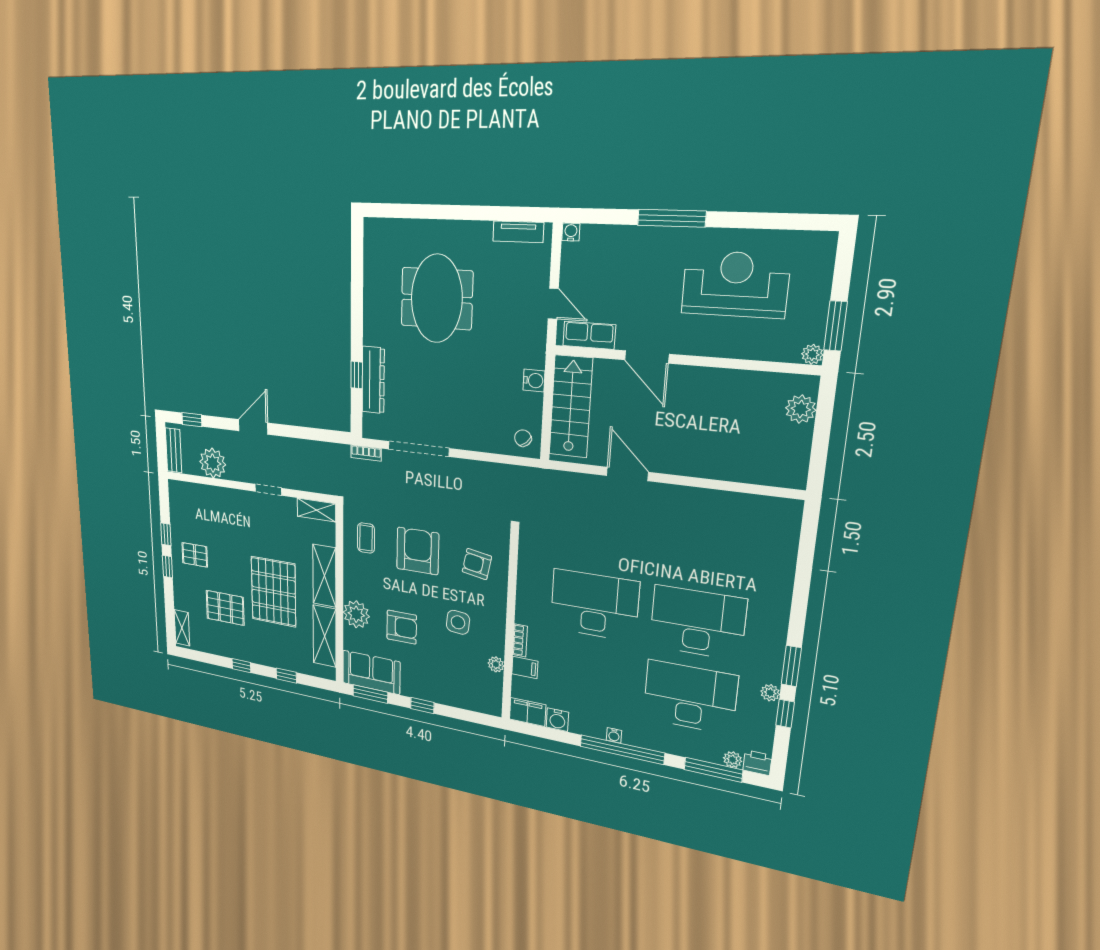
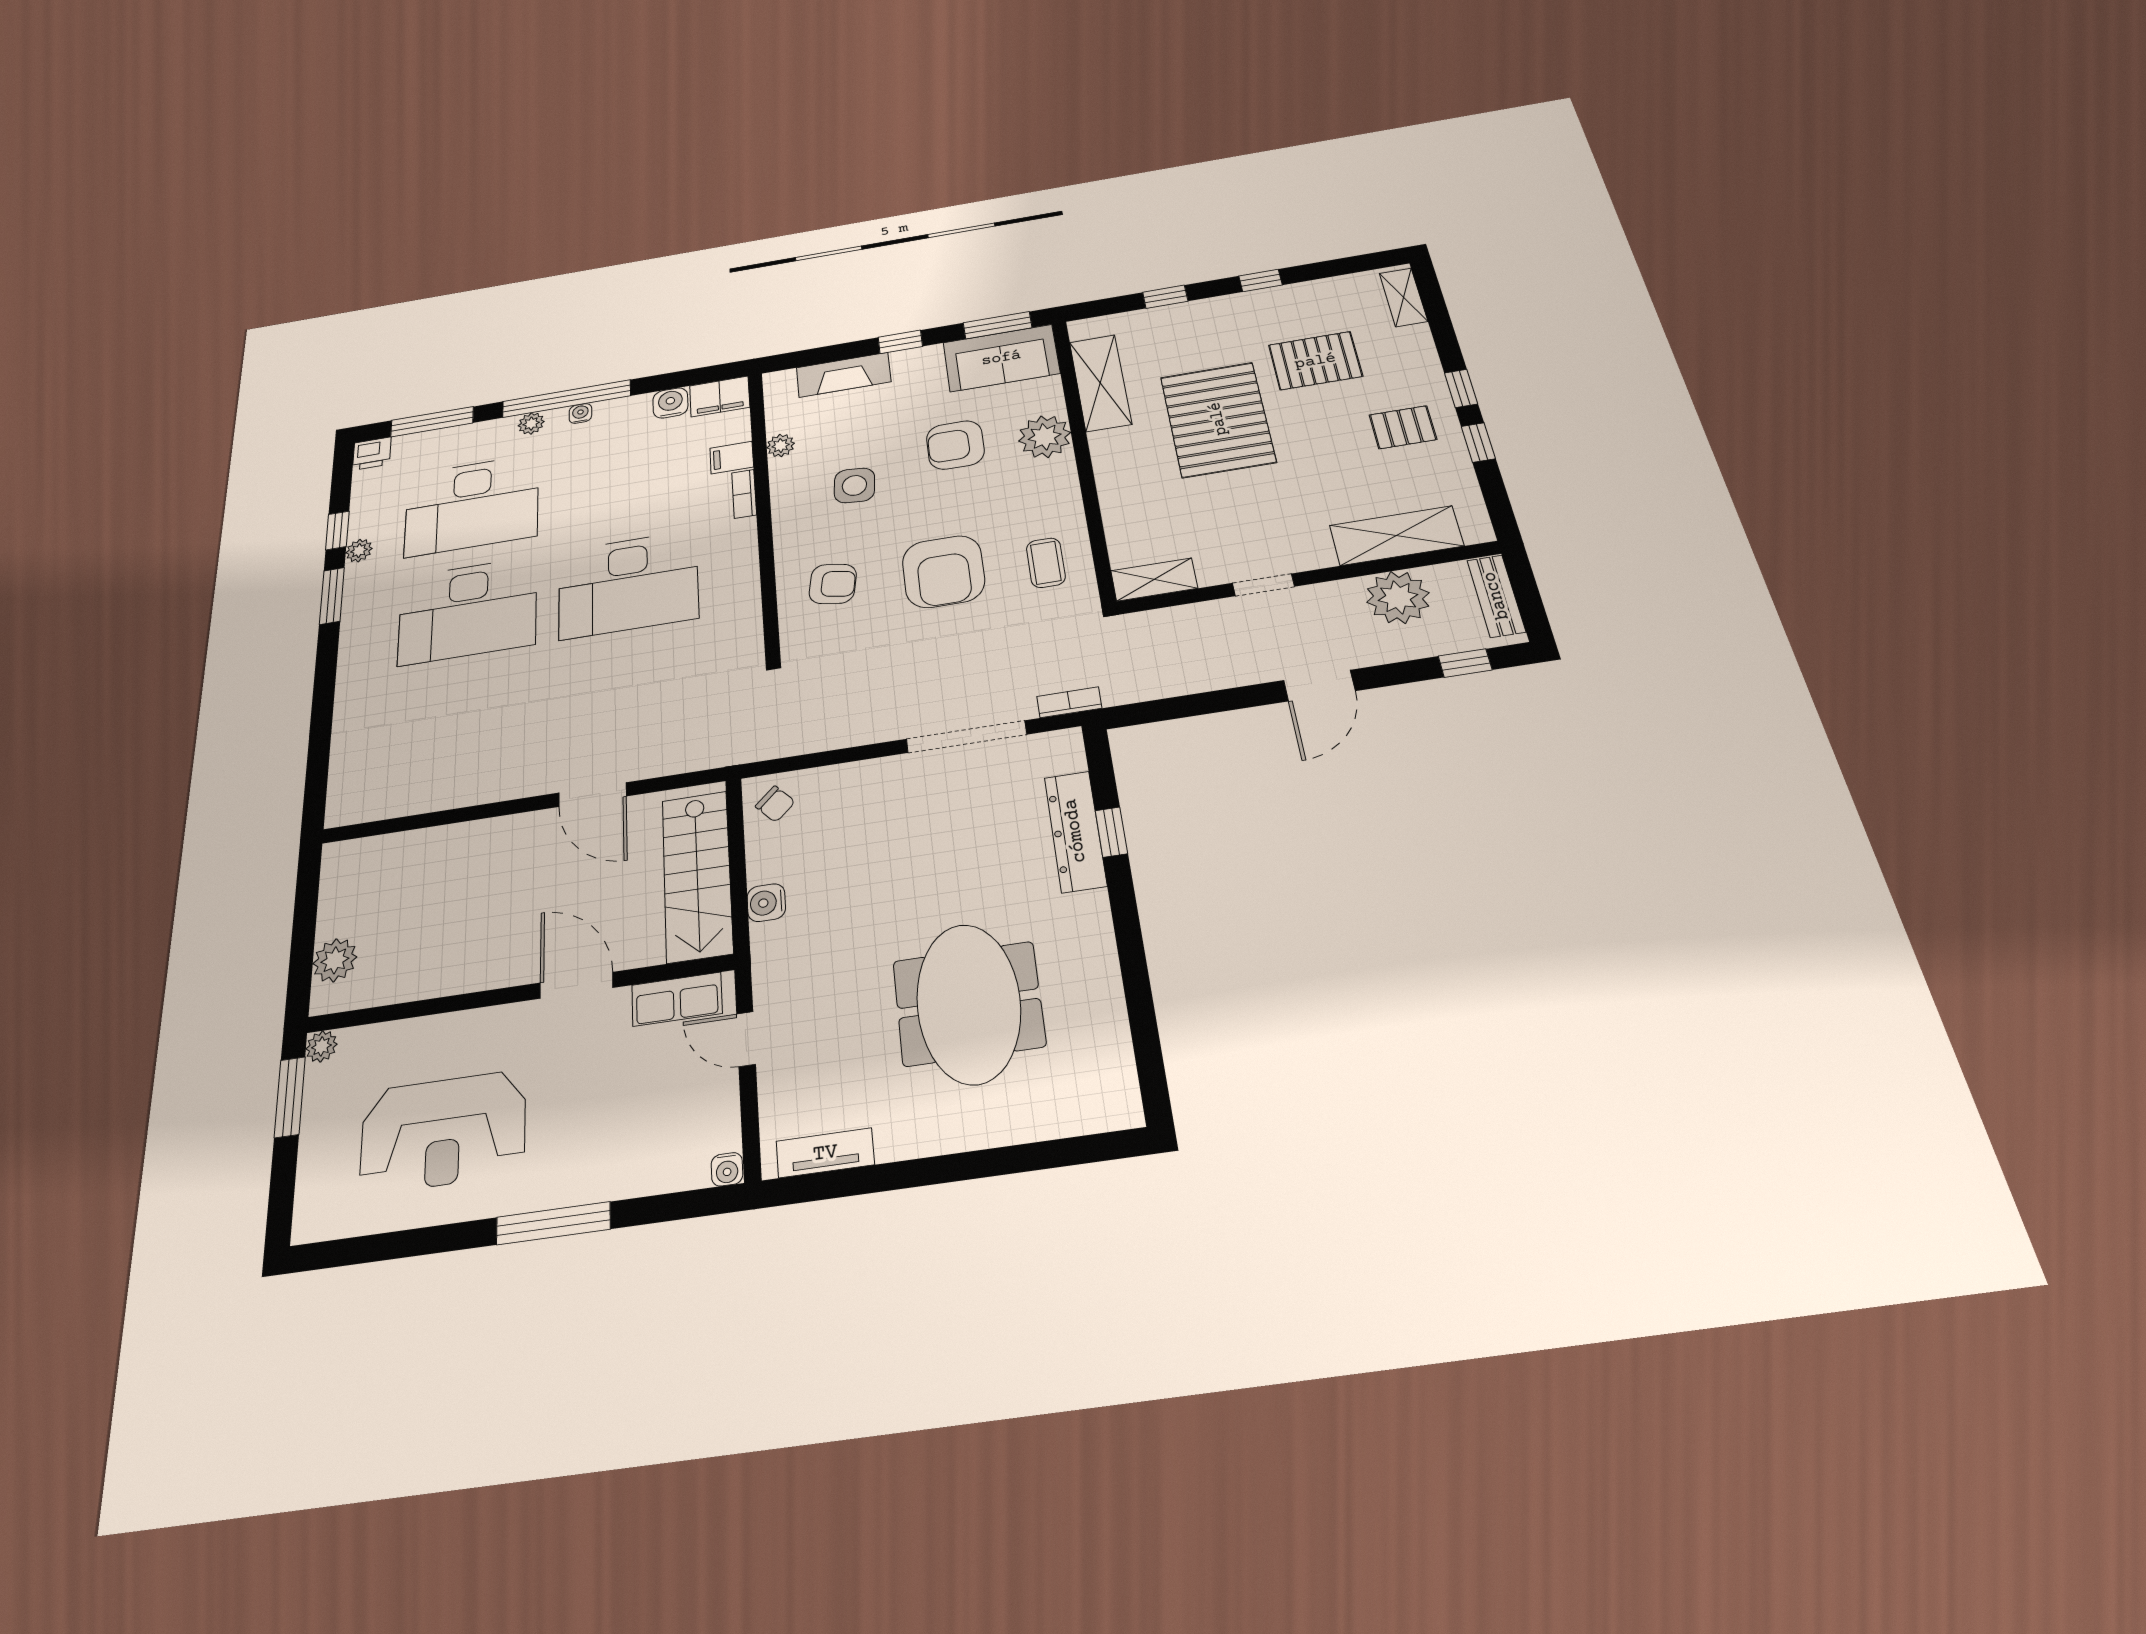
shelving: (324, 576) -> (1396, 536), moved, turned 90
fireplace: (456, 697) -> (844, 375), added
plant: (733, 760) -> (531, 424), moved

